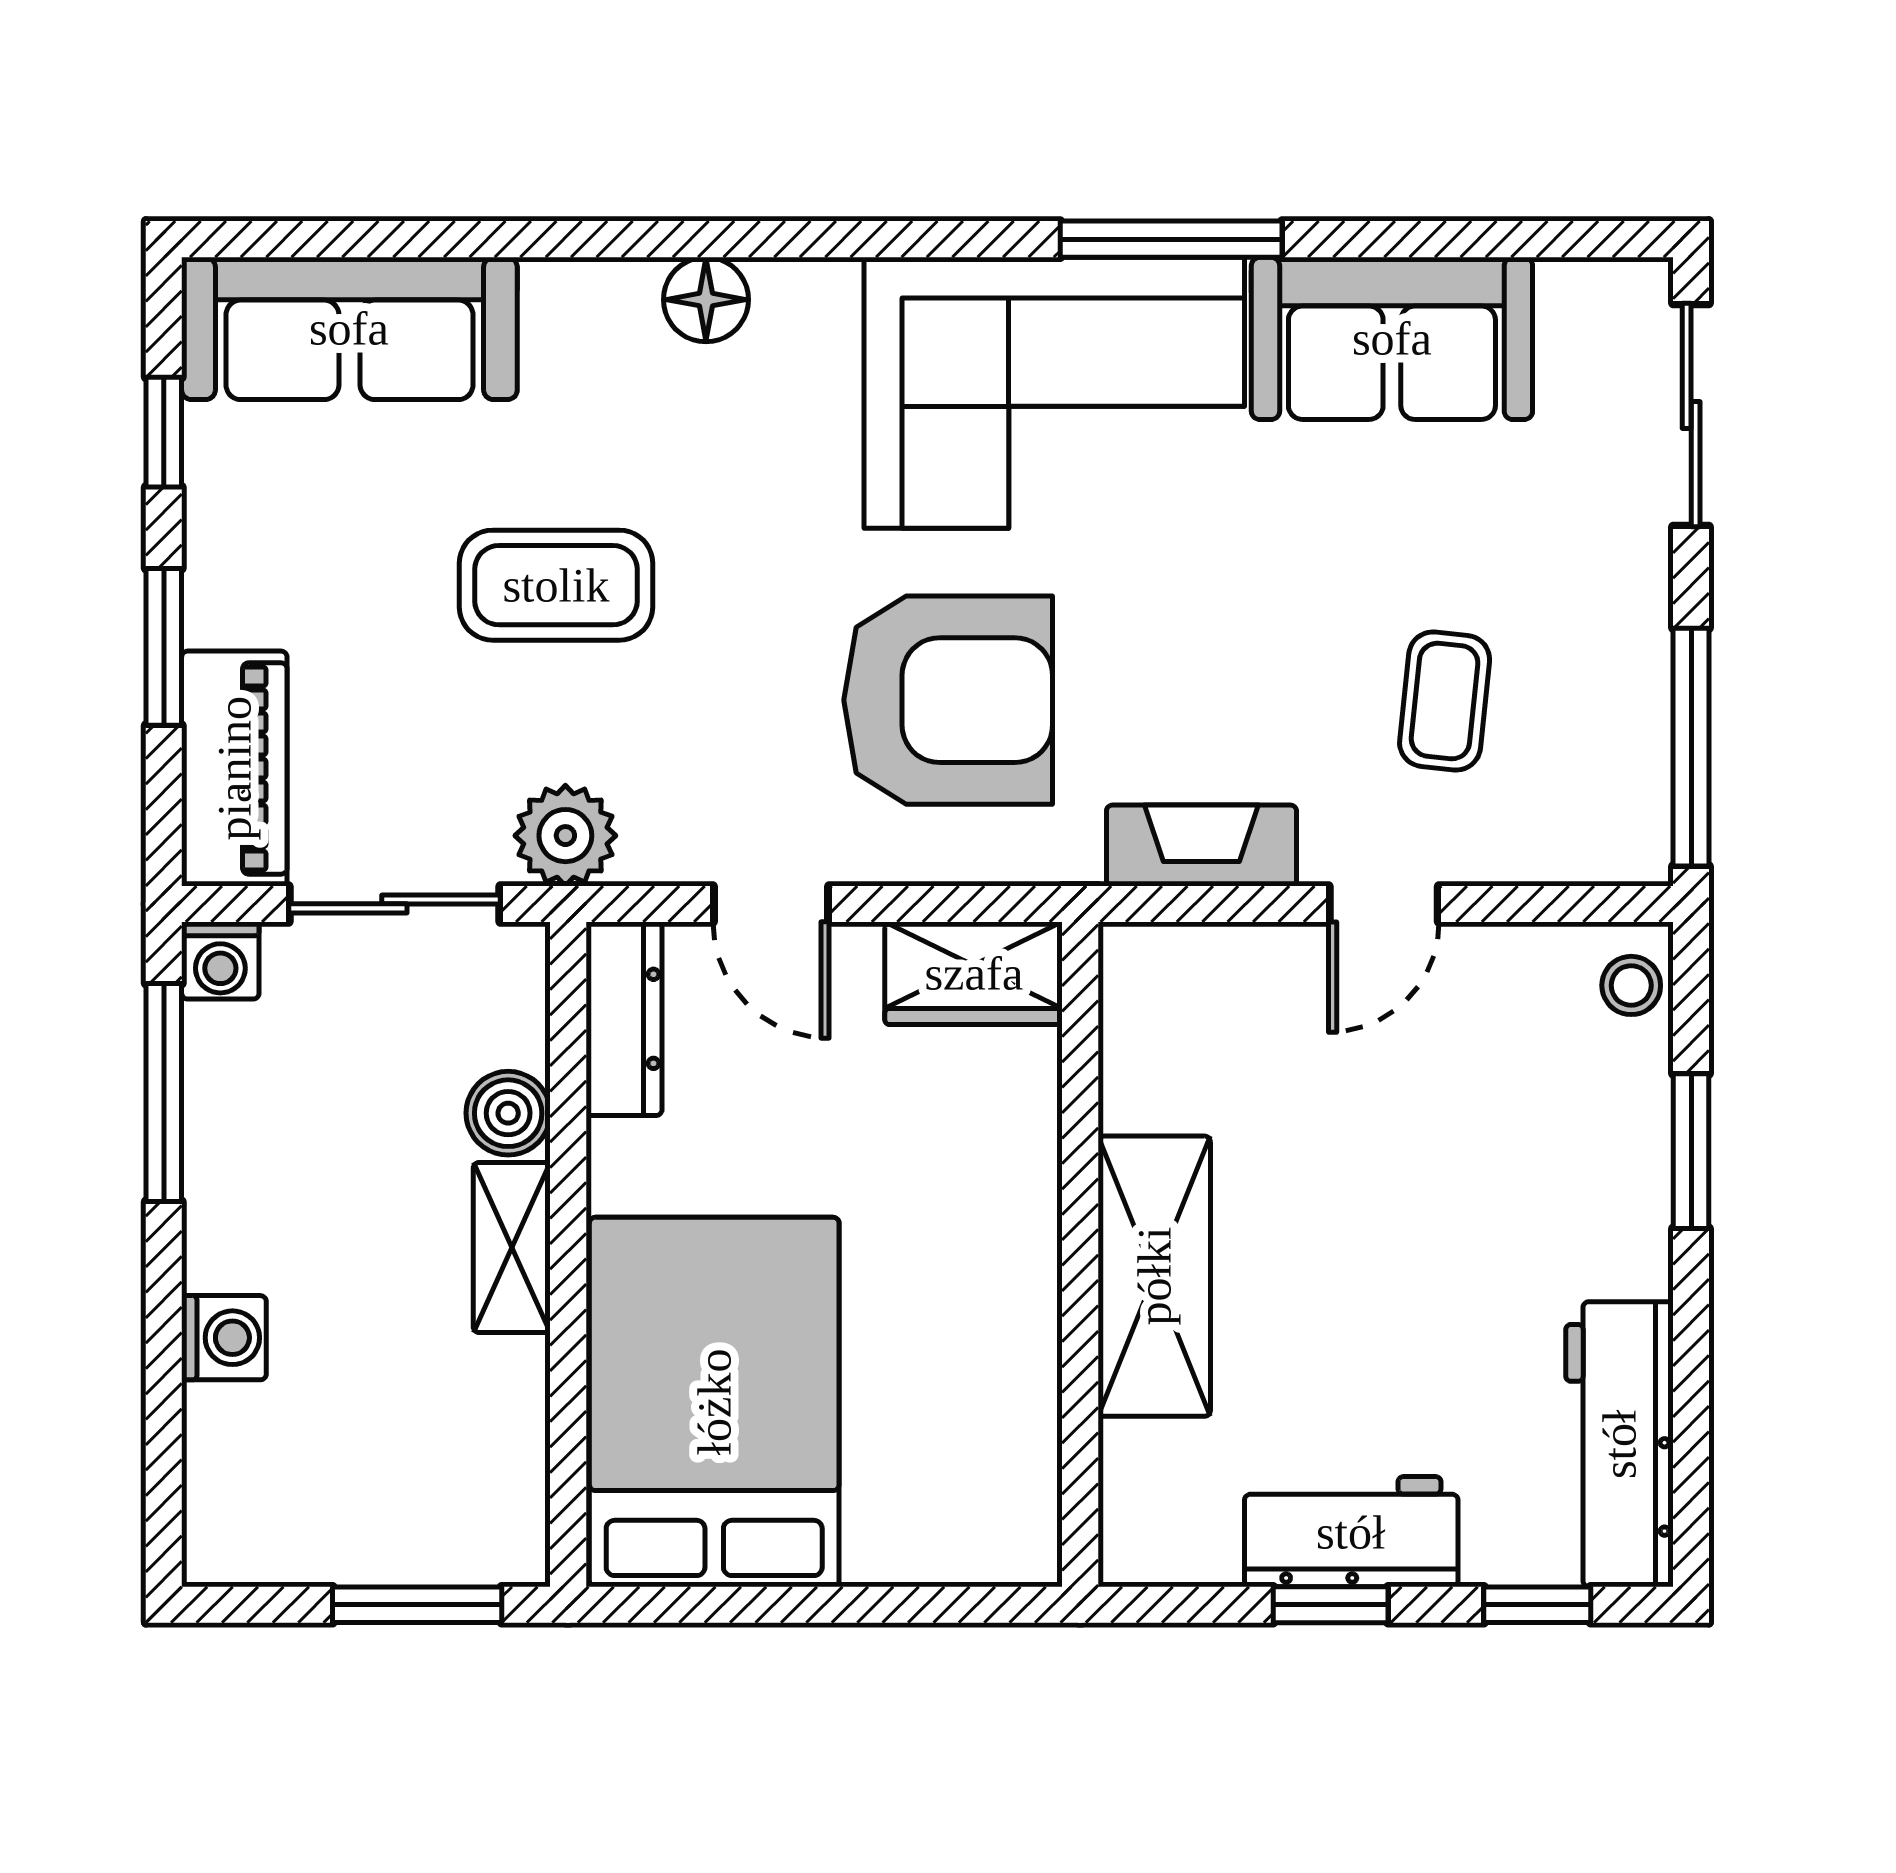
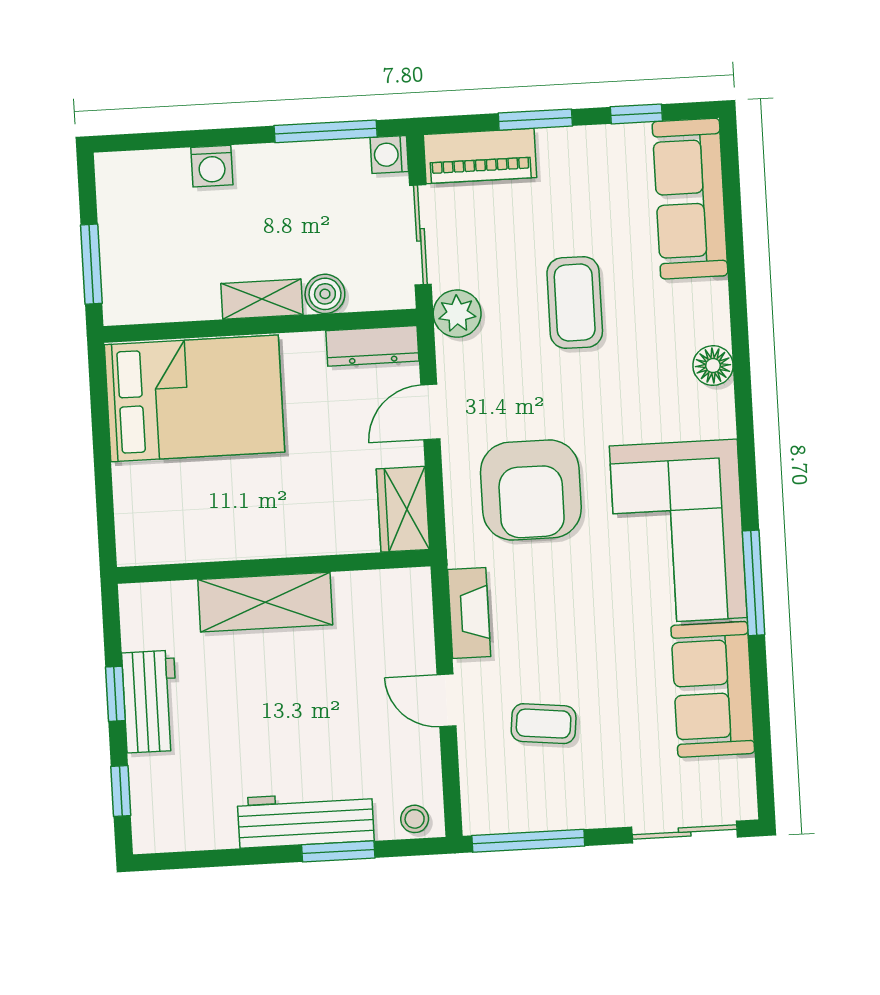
workbench: (1619, 1444) -> (306, 819), moved

